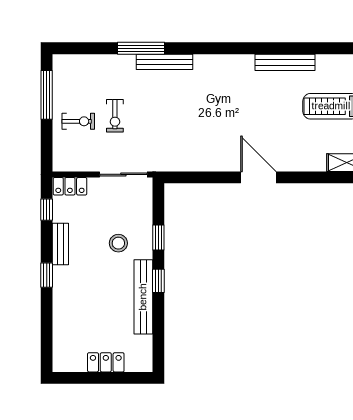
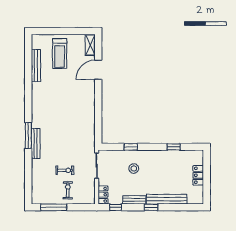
window: (141, 48) -> (28, 136), moved
bench: (285, 62) -> (36, 65), moved
door: (258, 177) -> (98, 70), moved
window: (158, 281) -> (174, 147), moved
bench: (143, 297) -> (167, 199), moved

